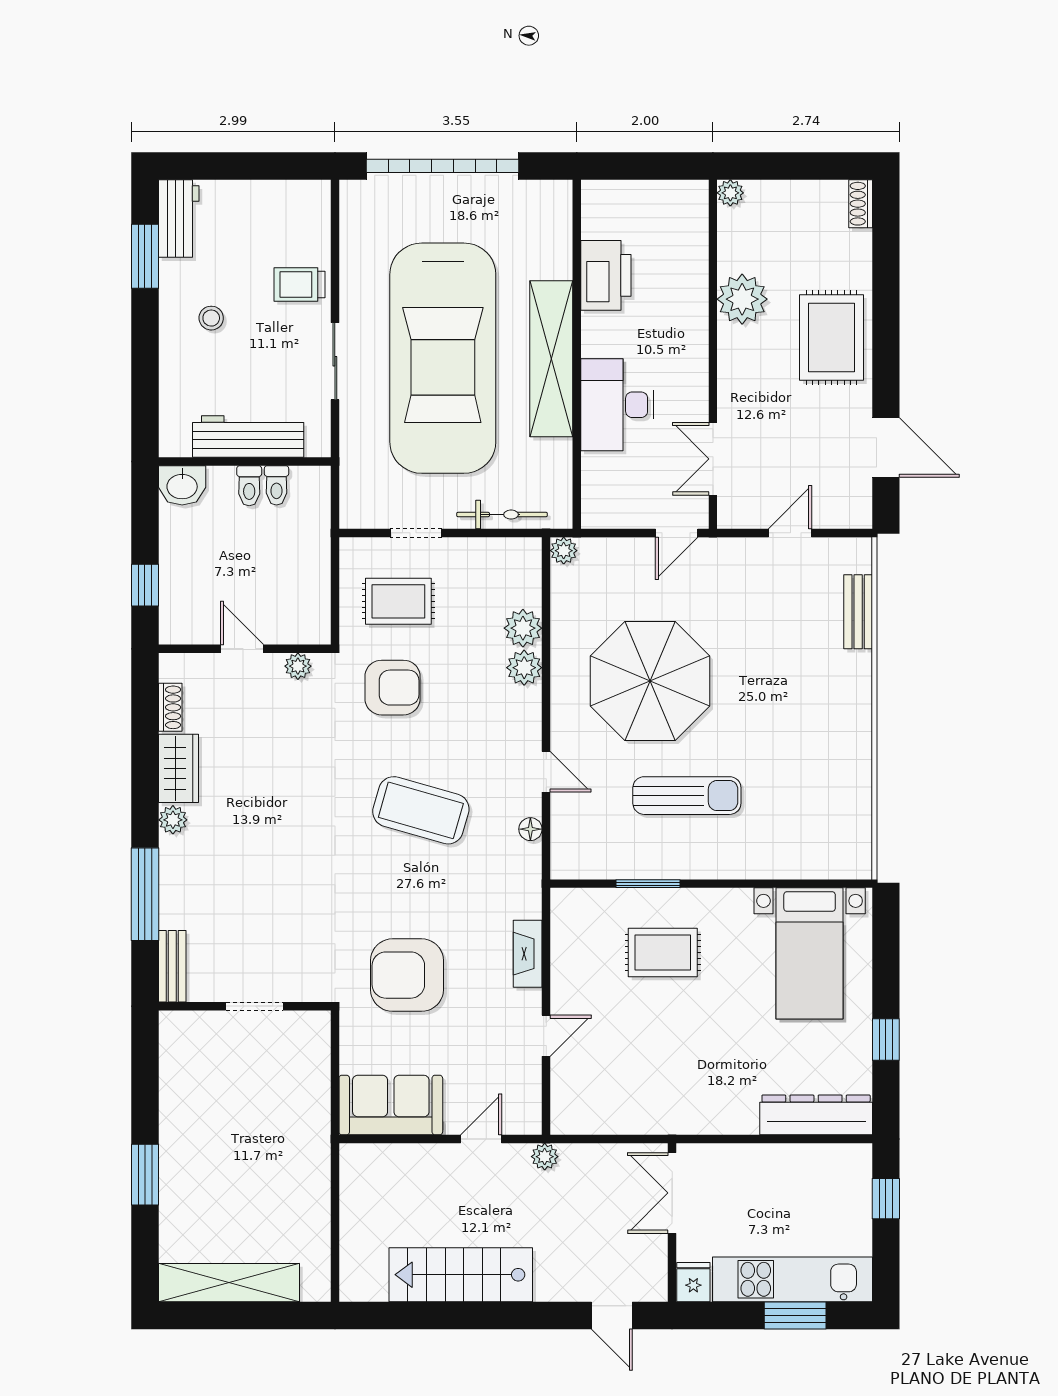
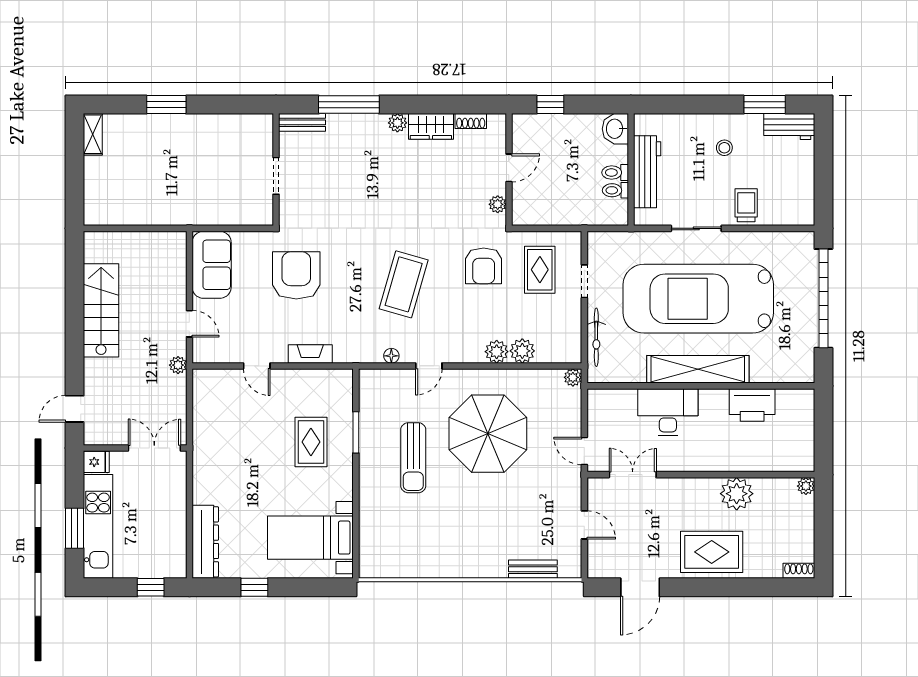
shelving: (229, 1283) -> (93, 134), width x0.45, depth x0.75

